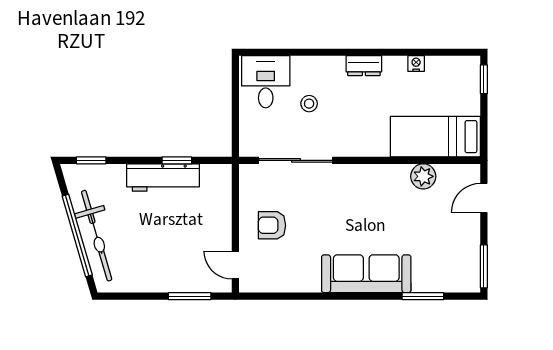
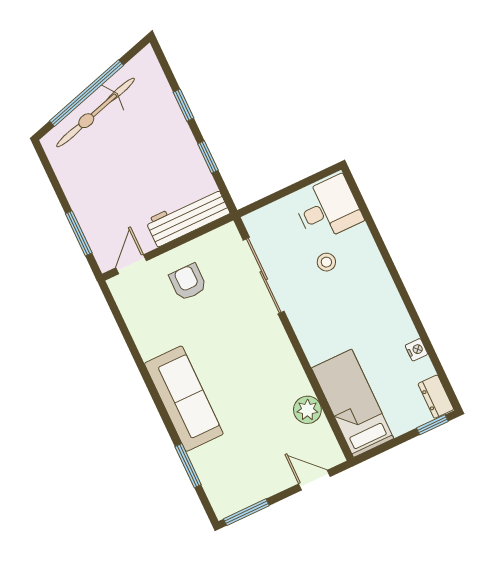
dresser: (364, 66) -> (436, 397), moved
window: (91, 160) -> (183, 105), moved
workbench: (163, 178) -> (188, 217), moved, turned 90

